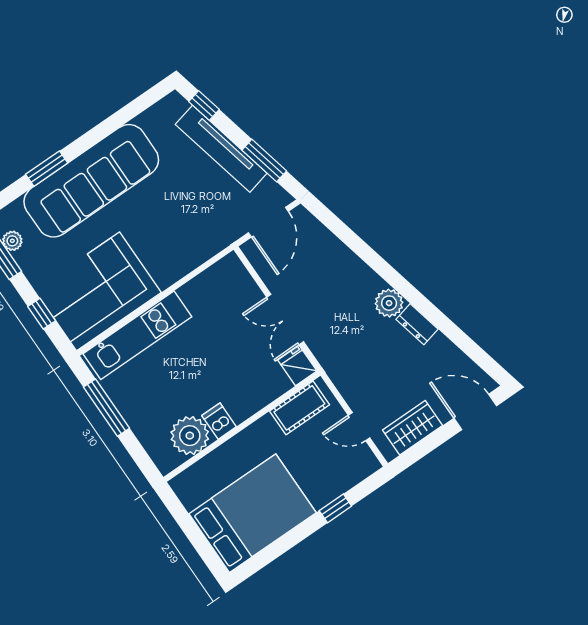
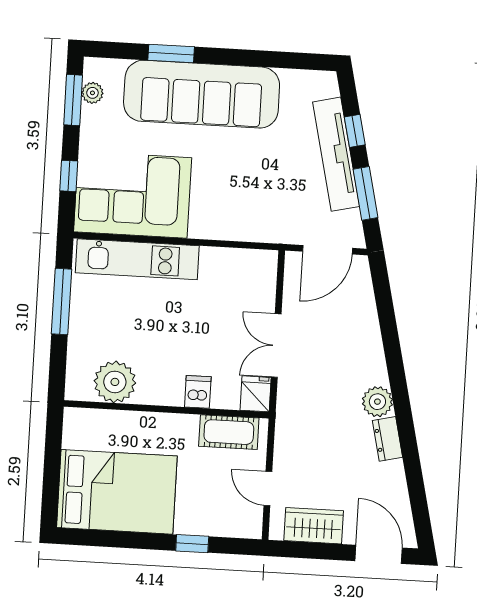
window: (204, 105) -> (355, 131), moved
dishwasher: (219, 421) -> (198, 392), moved

